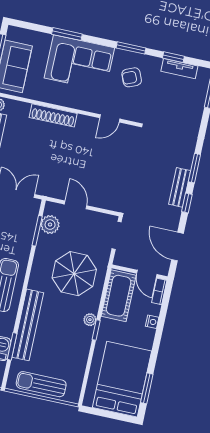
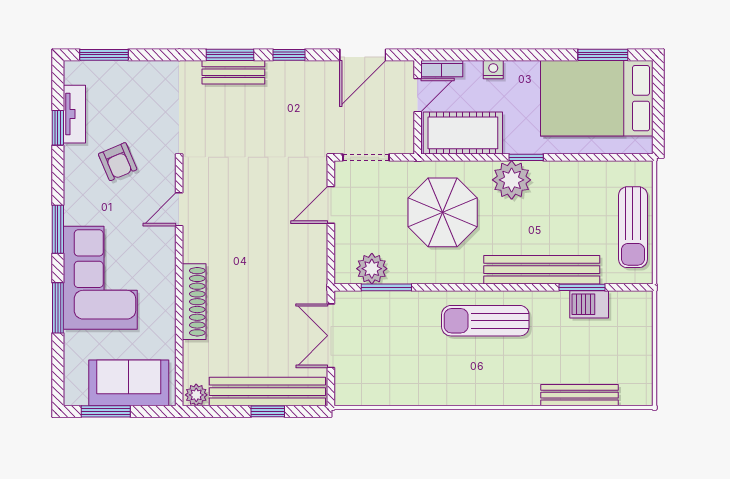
window: (131, 48) -> (58, 229), moved
armchair: (132, 77) -> (118, 162), moved
door: (110, 118) -> (179, 209), swing flipped
bench: (180, 187) -> (233, 72), moved
door: (76, 205) -> (331, 205), moved
plant: (90, 320) -> (512, 180), width x1.88, depth x1.88

